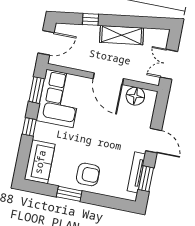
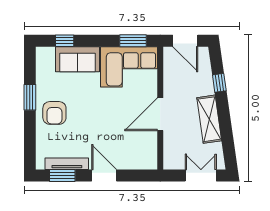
double door: (169, 64) -> (201, 175), moved
floor lamp: (135, 96) -> (147, 147), removed
window: (29, 127) -> (65, 41), moved
door: (154, 141) -> (104, 175), swing flipped
sofa: (40, 162) -> (77, 59), moved

